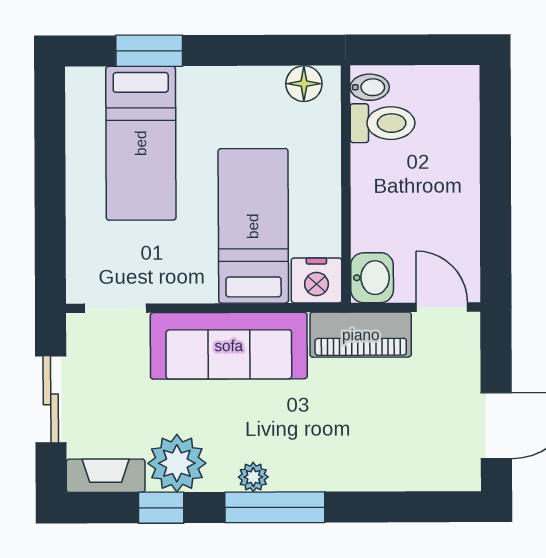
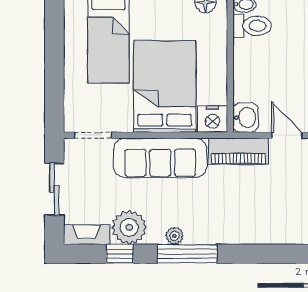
bed: (253, 226) -> (165, 87), width x1.50

